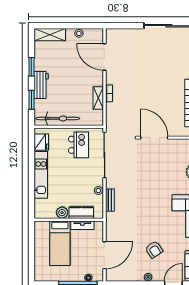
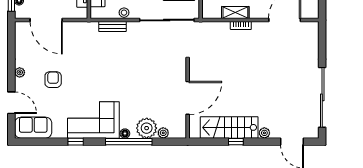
door: (154, 138) -> (188, 98), moved
armchair: (154, 250) -> (53, 80), turned 124

